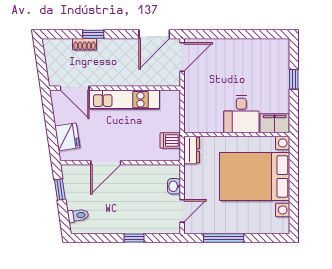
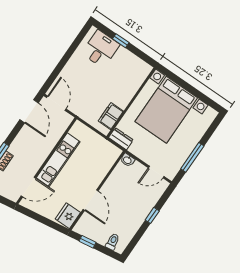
desk: (241, 114) -> (101, 49), moved, turned -90
filing cabinet: (275, 123) -> (111, 116), moved
fridge: (67, 137) -> (68, 216), moved, turned -82
dishwasher: (170, 140) -> (105, 148), removed
washbasin: (174, 186) -> (127, 160), moved
door: (182, 211) -> (156, 172), swing flipped

